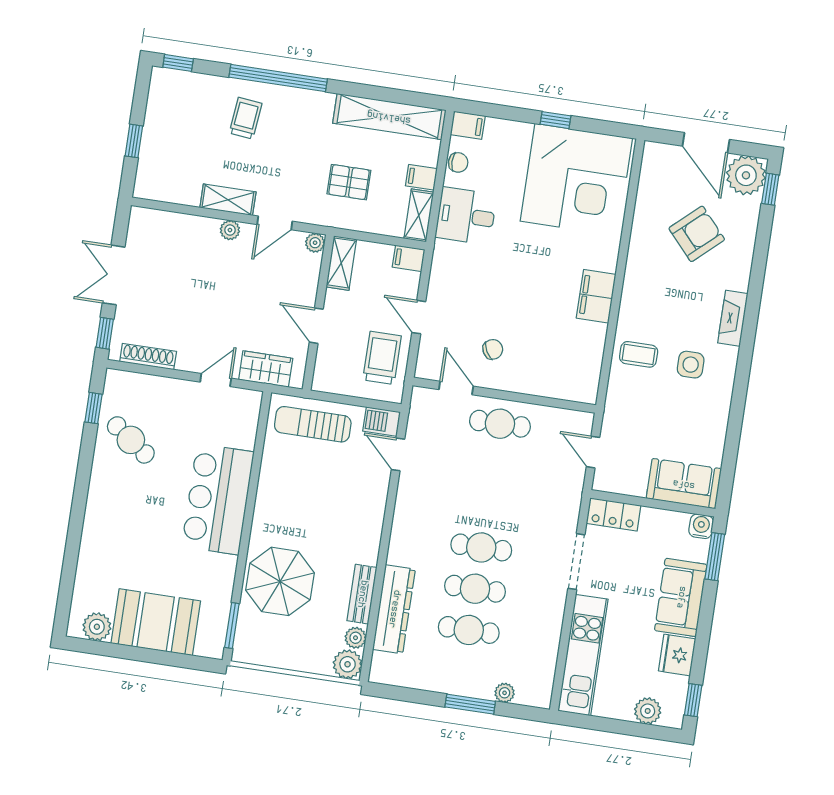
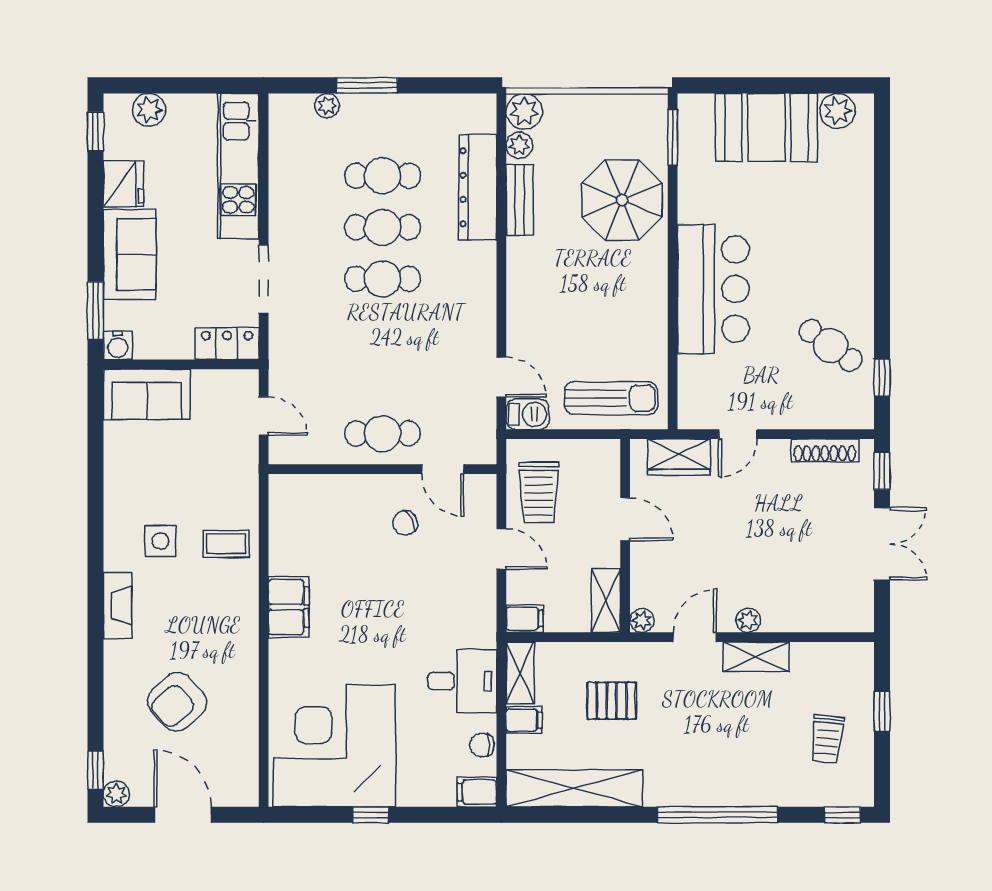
trolley: (245, 118) -> (827, 739), moved
plant: (746, 175) -> (116, 794), width x0.53, depth x0.53

